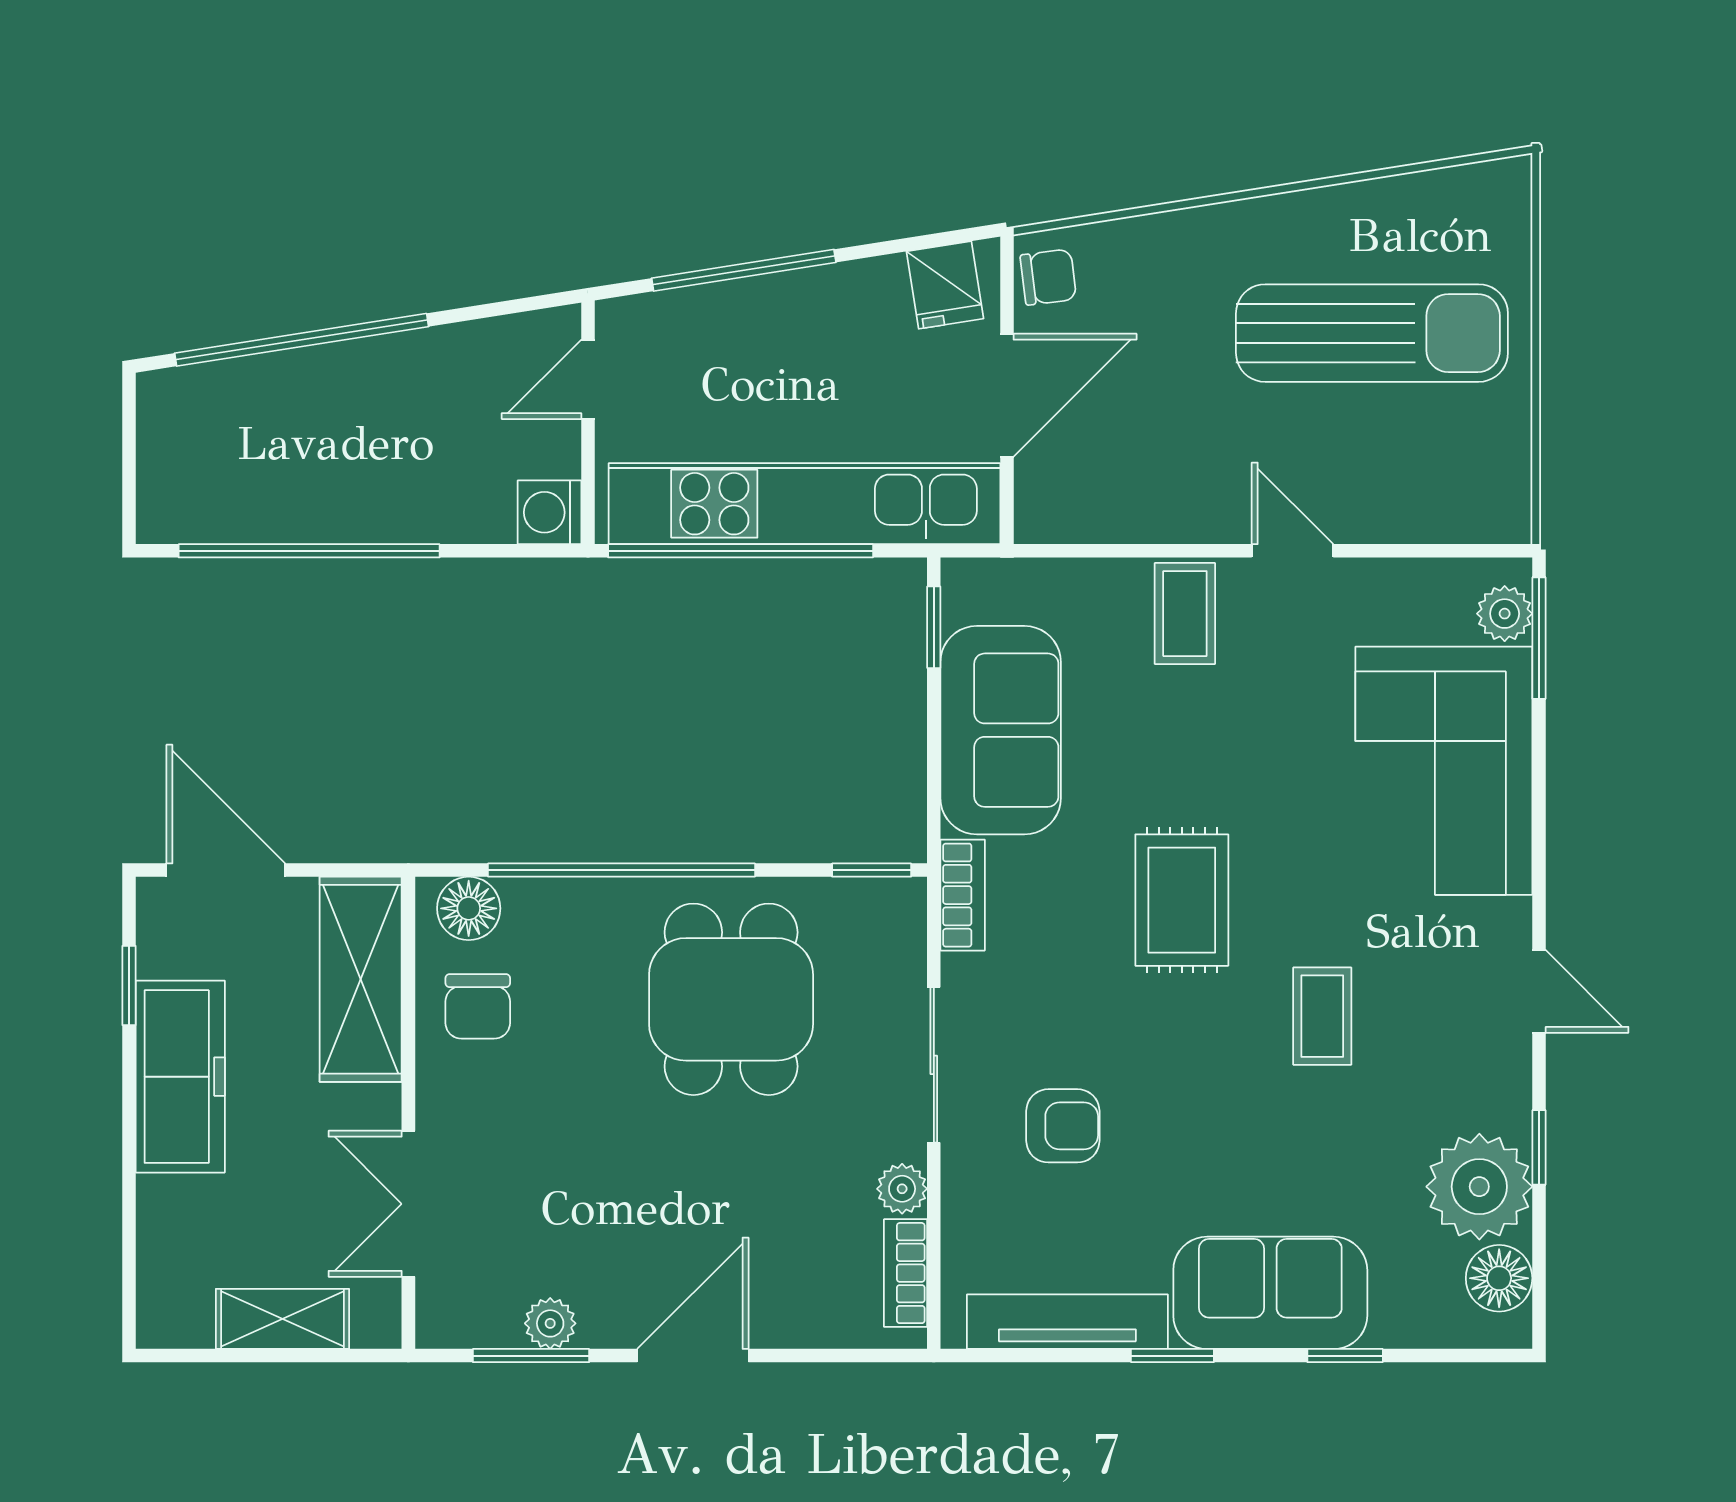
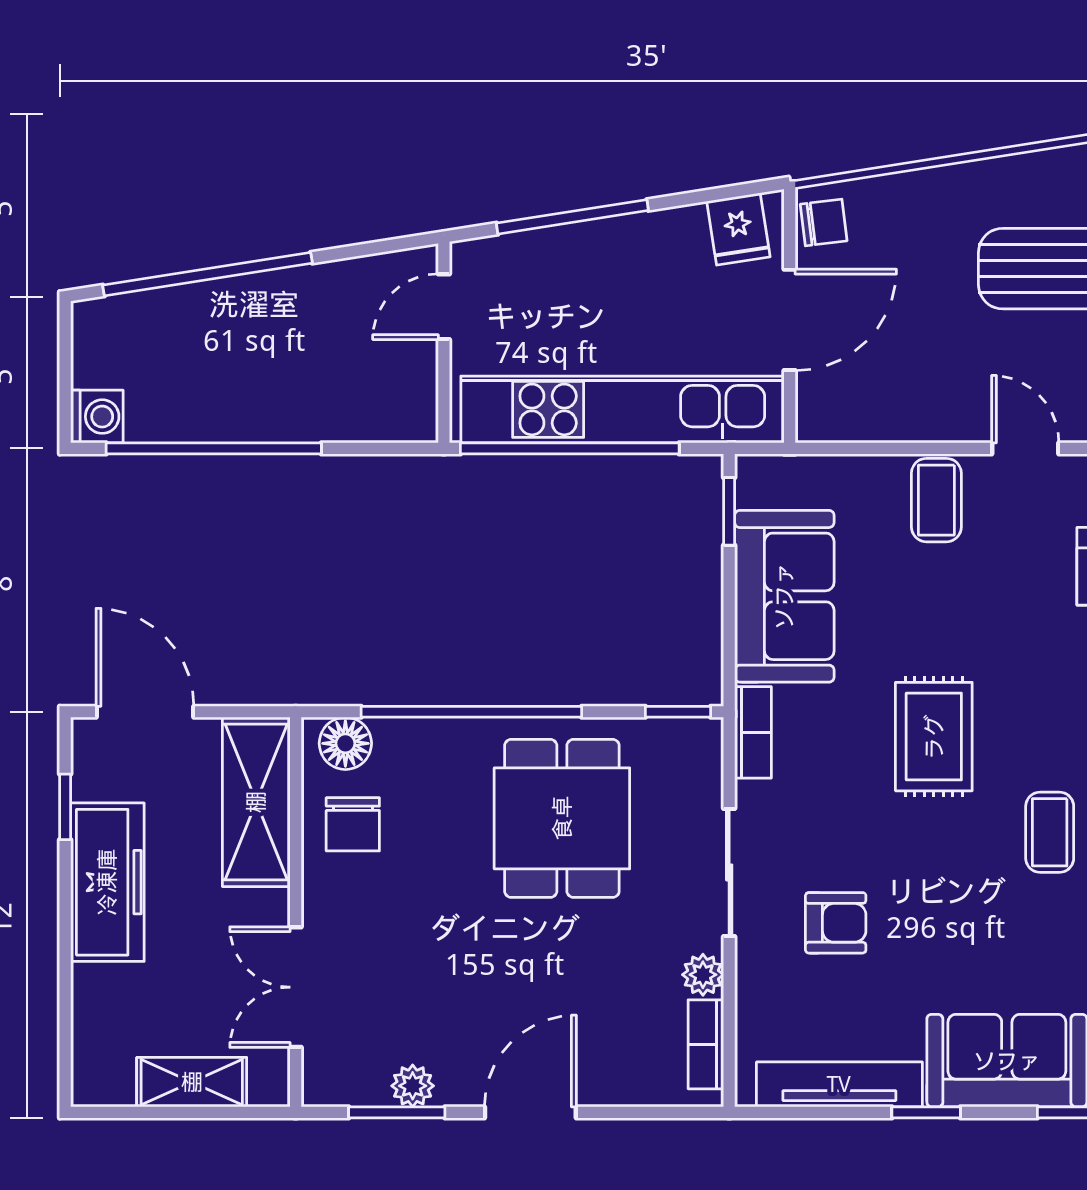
washing machine: (549, 512) -> (97, 417), moved, turned 180

